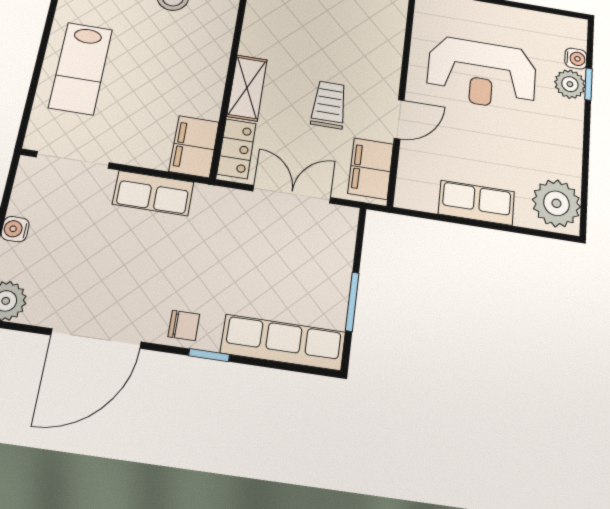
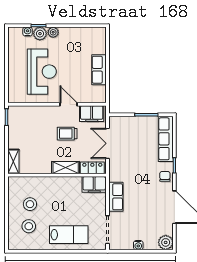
plant: (556, 203) -> (53, 32), moved, width x0.53, depth x0.53

